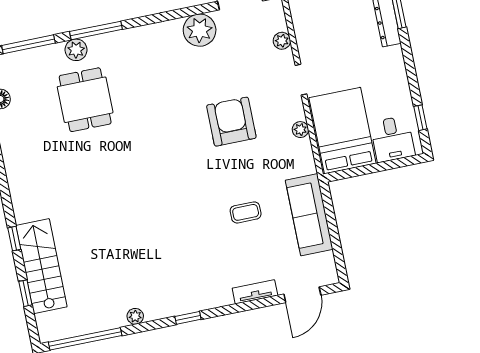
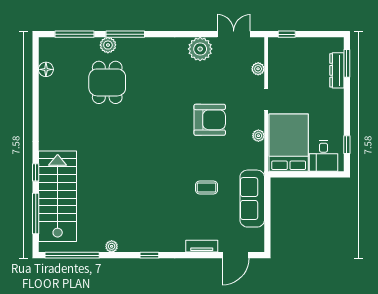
armchair: (231, 122) -> (210, 120), turned 90
stairs: (41, 266) -> (58, 196), width x1.36, depth x1.51
window: (25, 293) -> (36, 213), width x2.17

